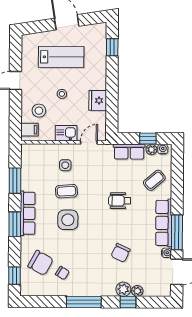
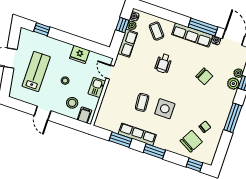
side table: (65, 165) -> (122, 97), removed
row of seats: (28, 213) -> (137, 134), moved

